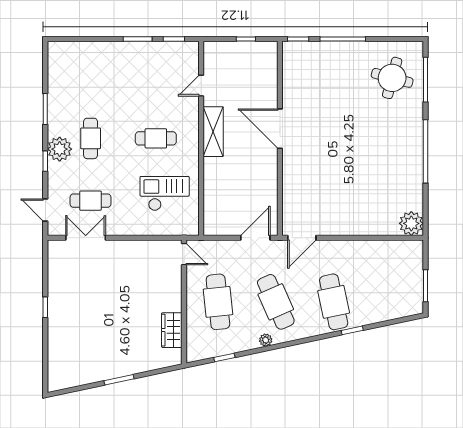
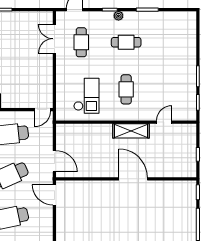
door: (201, 86) -> (164, 122), hinge flipped
door: (280, 129) -> (133, 179), hinge flipped
plant: (60, 149) -> (118, 16), width x0.53, depth x0.53
double door: (86, 238) -> (54, 39), swing flipped

